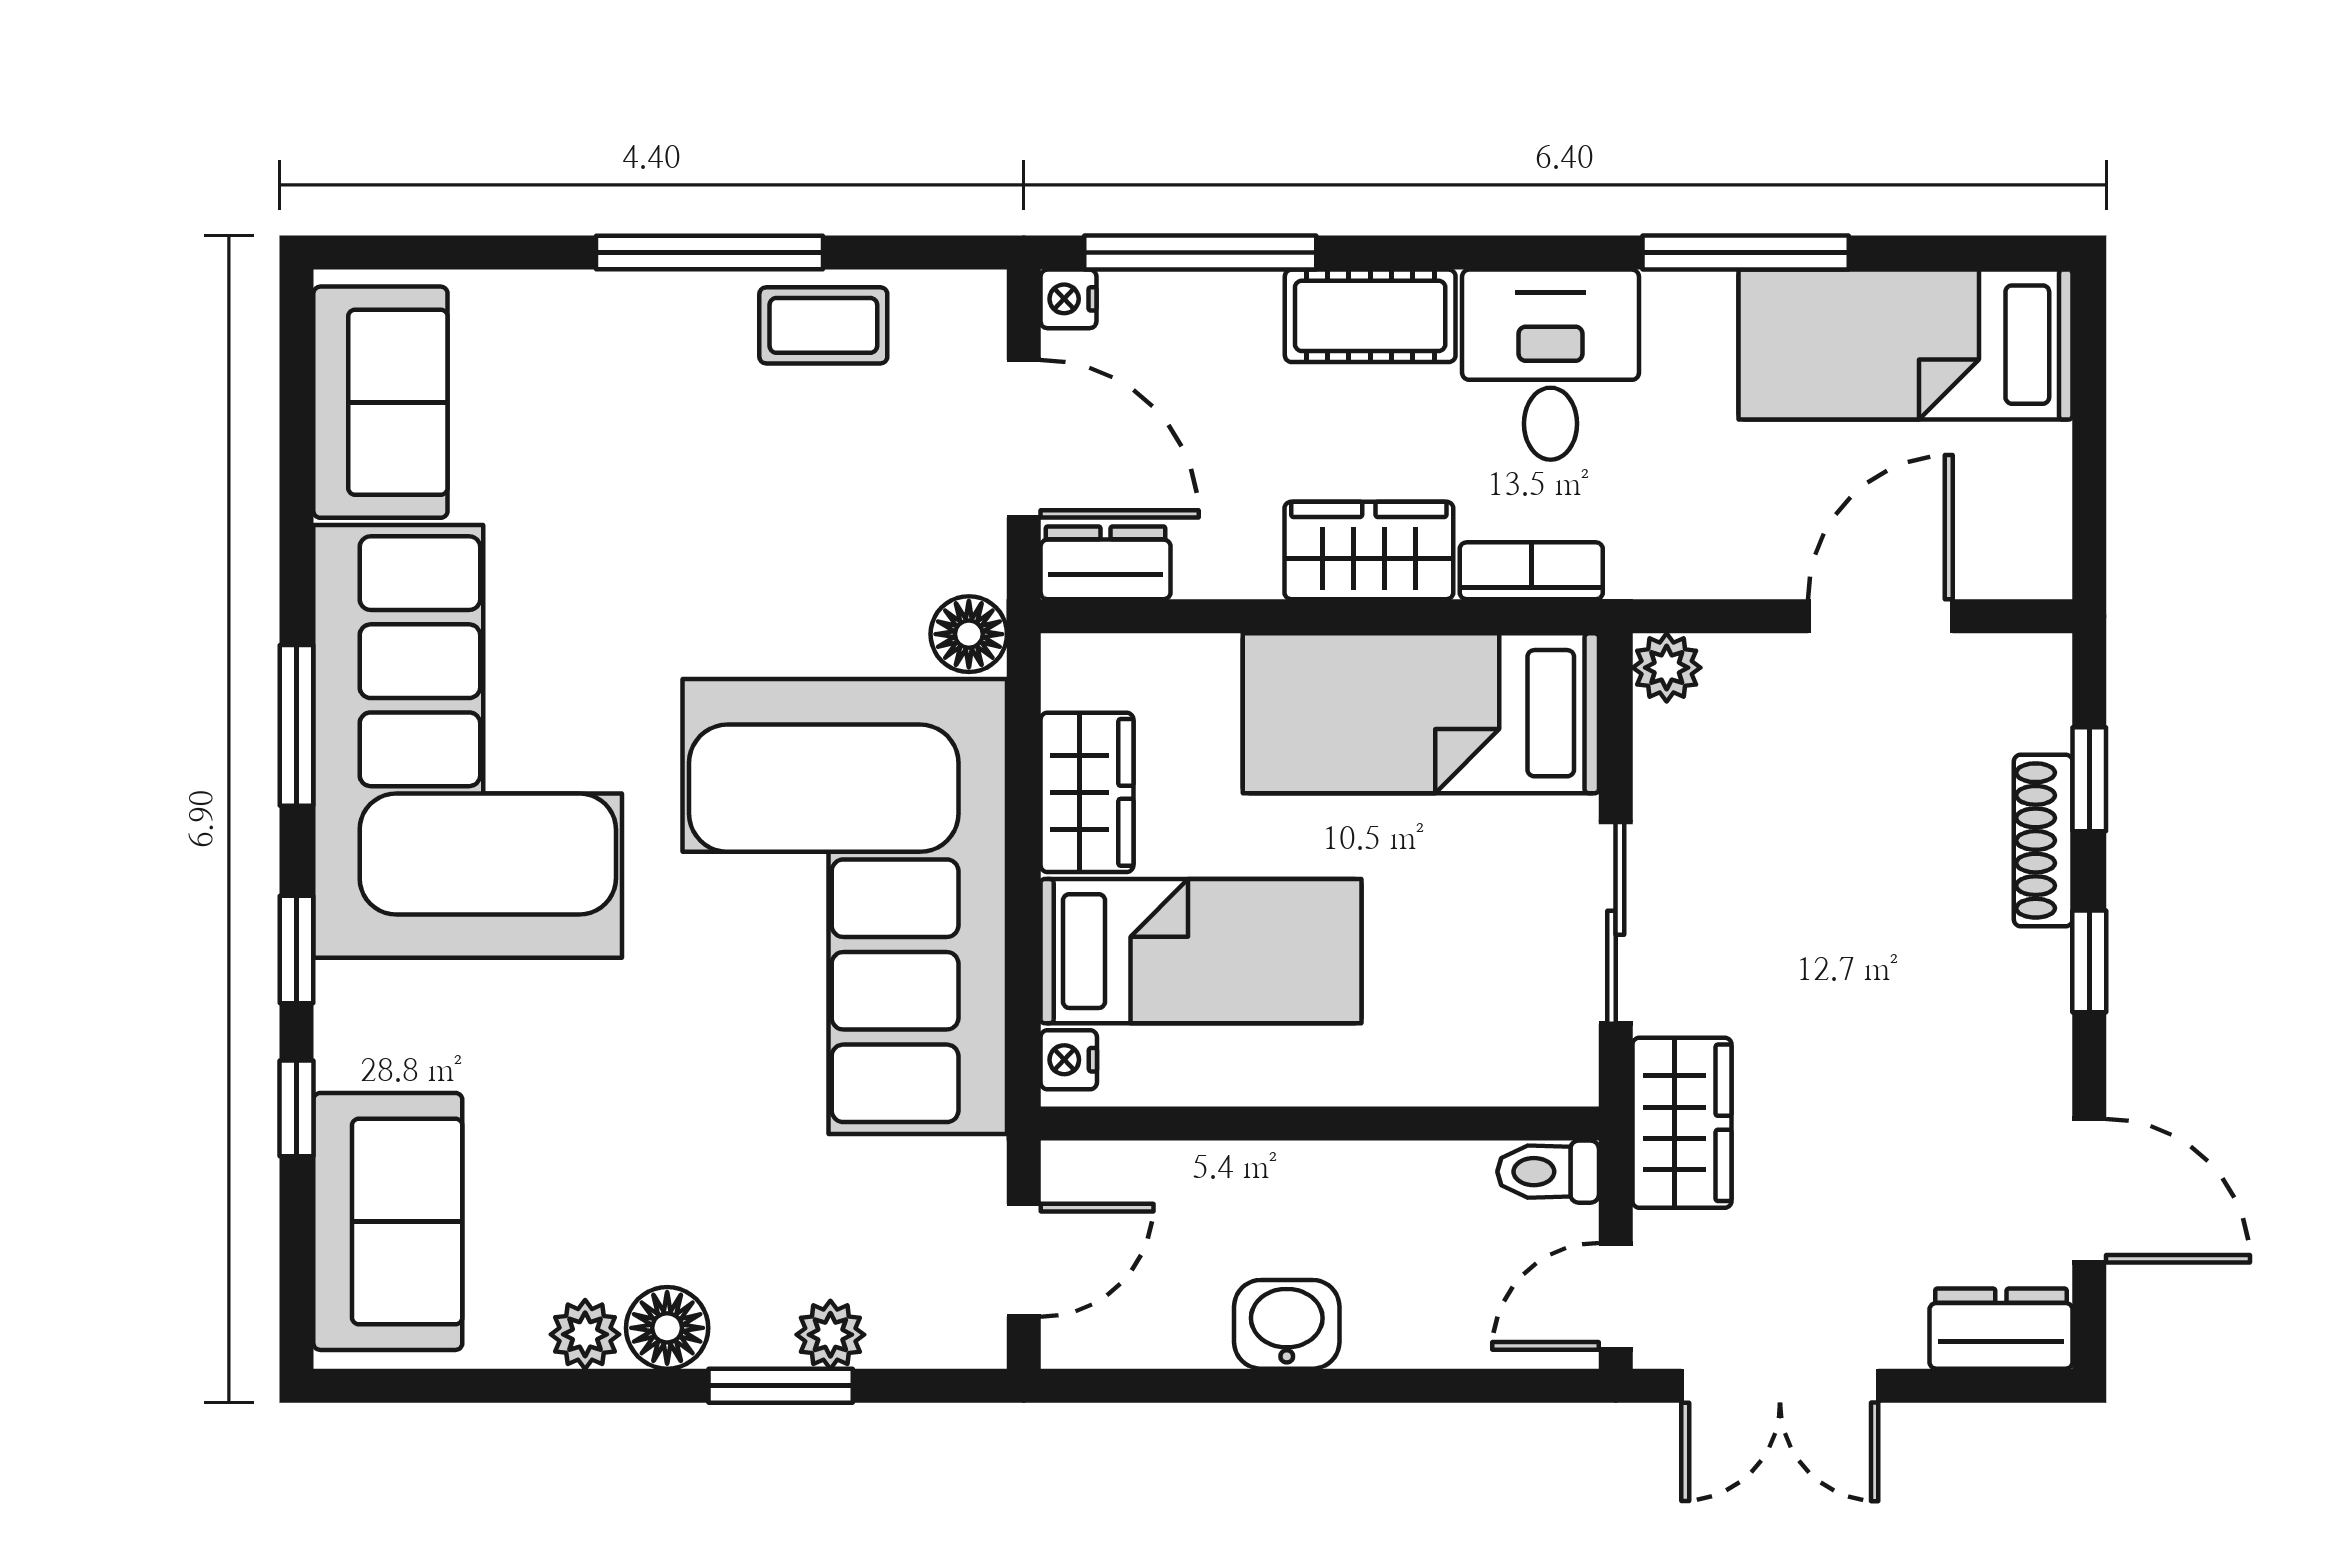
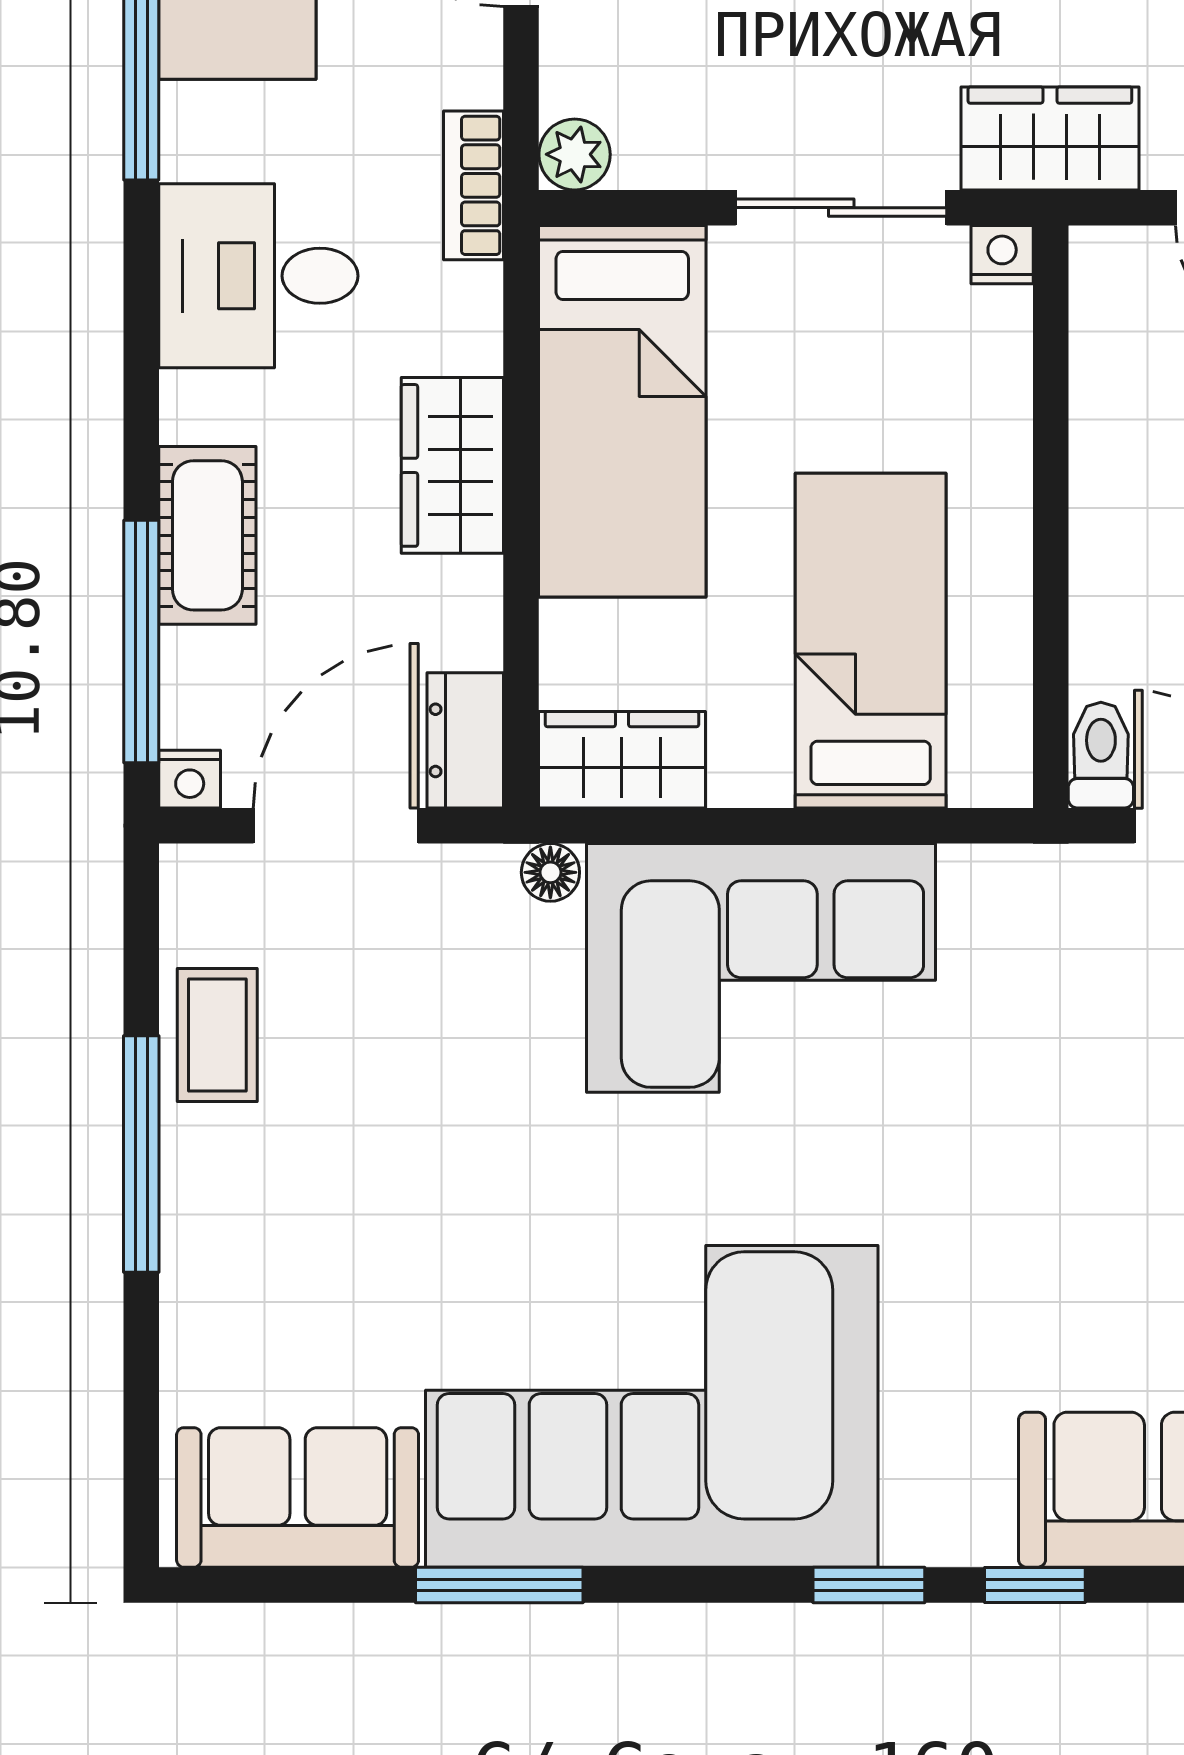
cot: (1370, 316) -> (207, 535), moved
bookcase: (1531, 571) -> (474, 185), moved
floor lamp: (969, 634) -> (550, 872), width x0.73, depth x0.73
window: (297, 725) -> (499, 1585), moved
wardrobe: (1087, 792) -> (622, 760), moved
corner sofa: (845, 907) -> (761, 968), width x0.73, depth x0.74
nightstand: (1069, 1060) -> (1002, 255), moved, turned 180
toilet: (1548, 1172) -> (1101, 755), moved, turned 180

